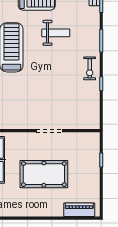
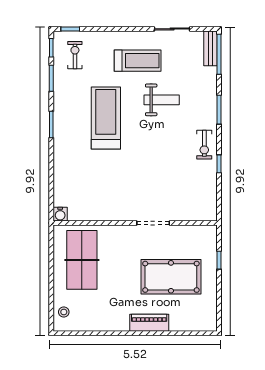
pool table: (44, 174) -> (171, 277), moved
piano: (79, 210) -> (149, 323), moved

